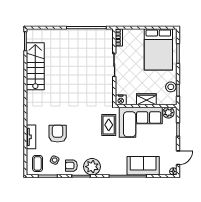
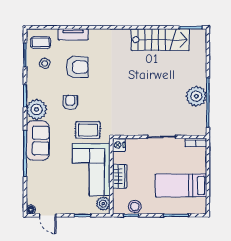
plant: (81, 37) -> (196, 96), added
bed: (158, 49) -> (181, 185), width x0.67
armchair: (71, 166) -> (70, 102), moved
sofa: (143, 166) -> (38, 141), moved

